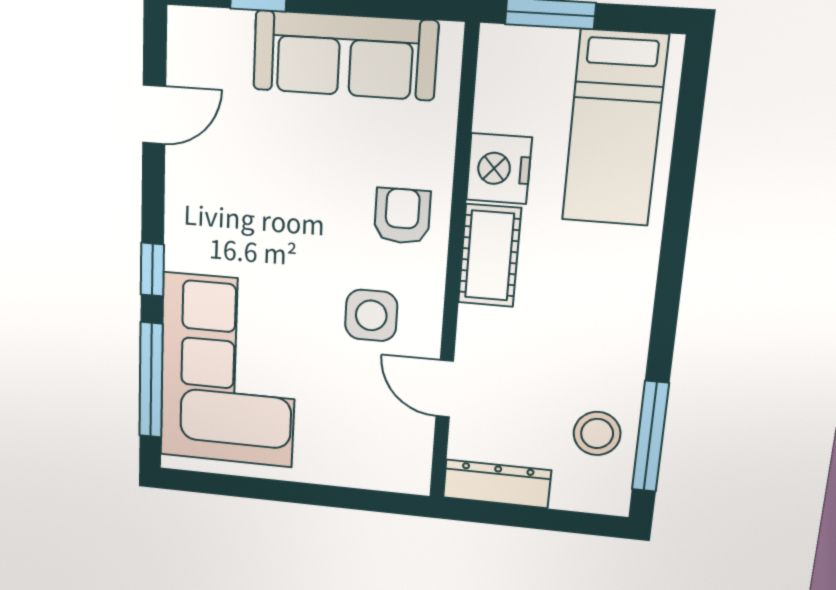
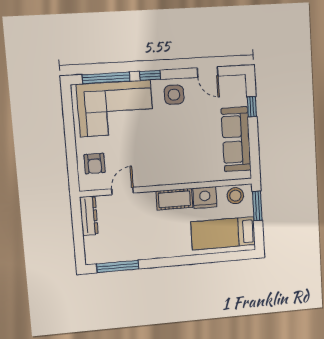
armchair: (402, 216) -> (95, 163), moved, turned 90
side table: (371, 315) -> (174, 95), moved
stool: (597, 433) -> (235, 196), moved

